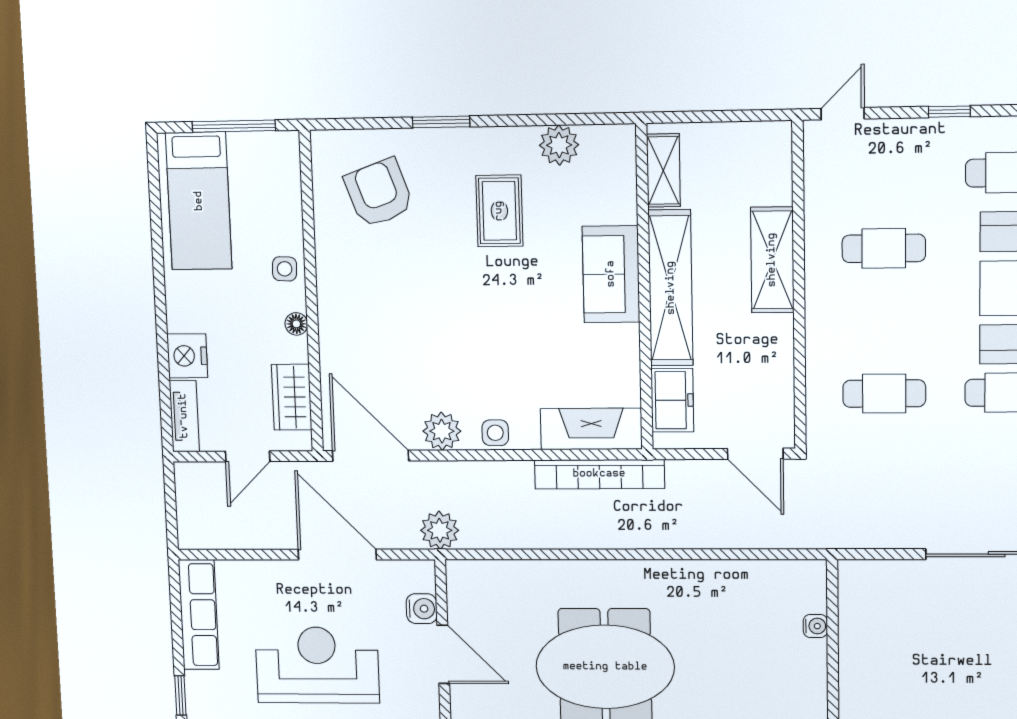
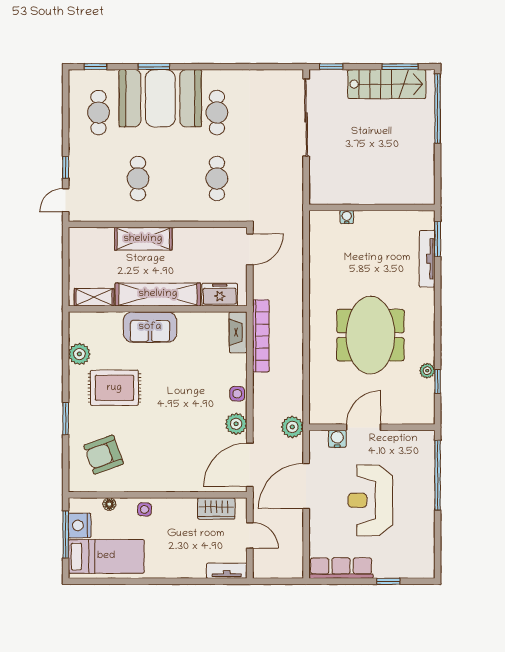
window: (949, 112) -> (66, 167), moved
door: (843, 114) -> (66, 200), hinge flipped
rug: (499, 211) -> (114, 388), width x1.36, depth x1.43
floor lamp: (296, 324) -> (109, 504), moved
nightstand: (187, 356) -> (80, 525), moved, turned 90
fireplace: (591, 429) -> (238, 332), width x0.73, depth x0.76

